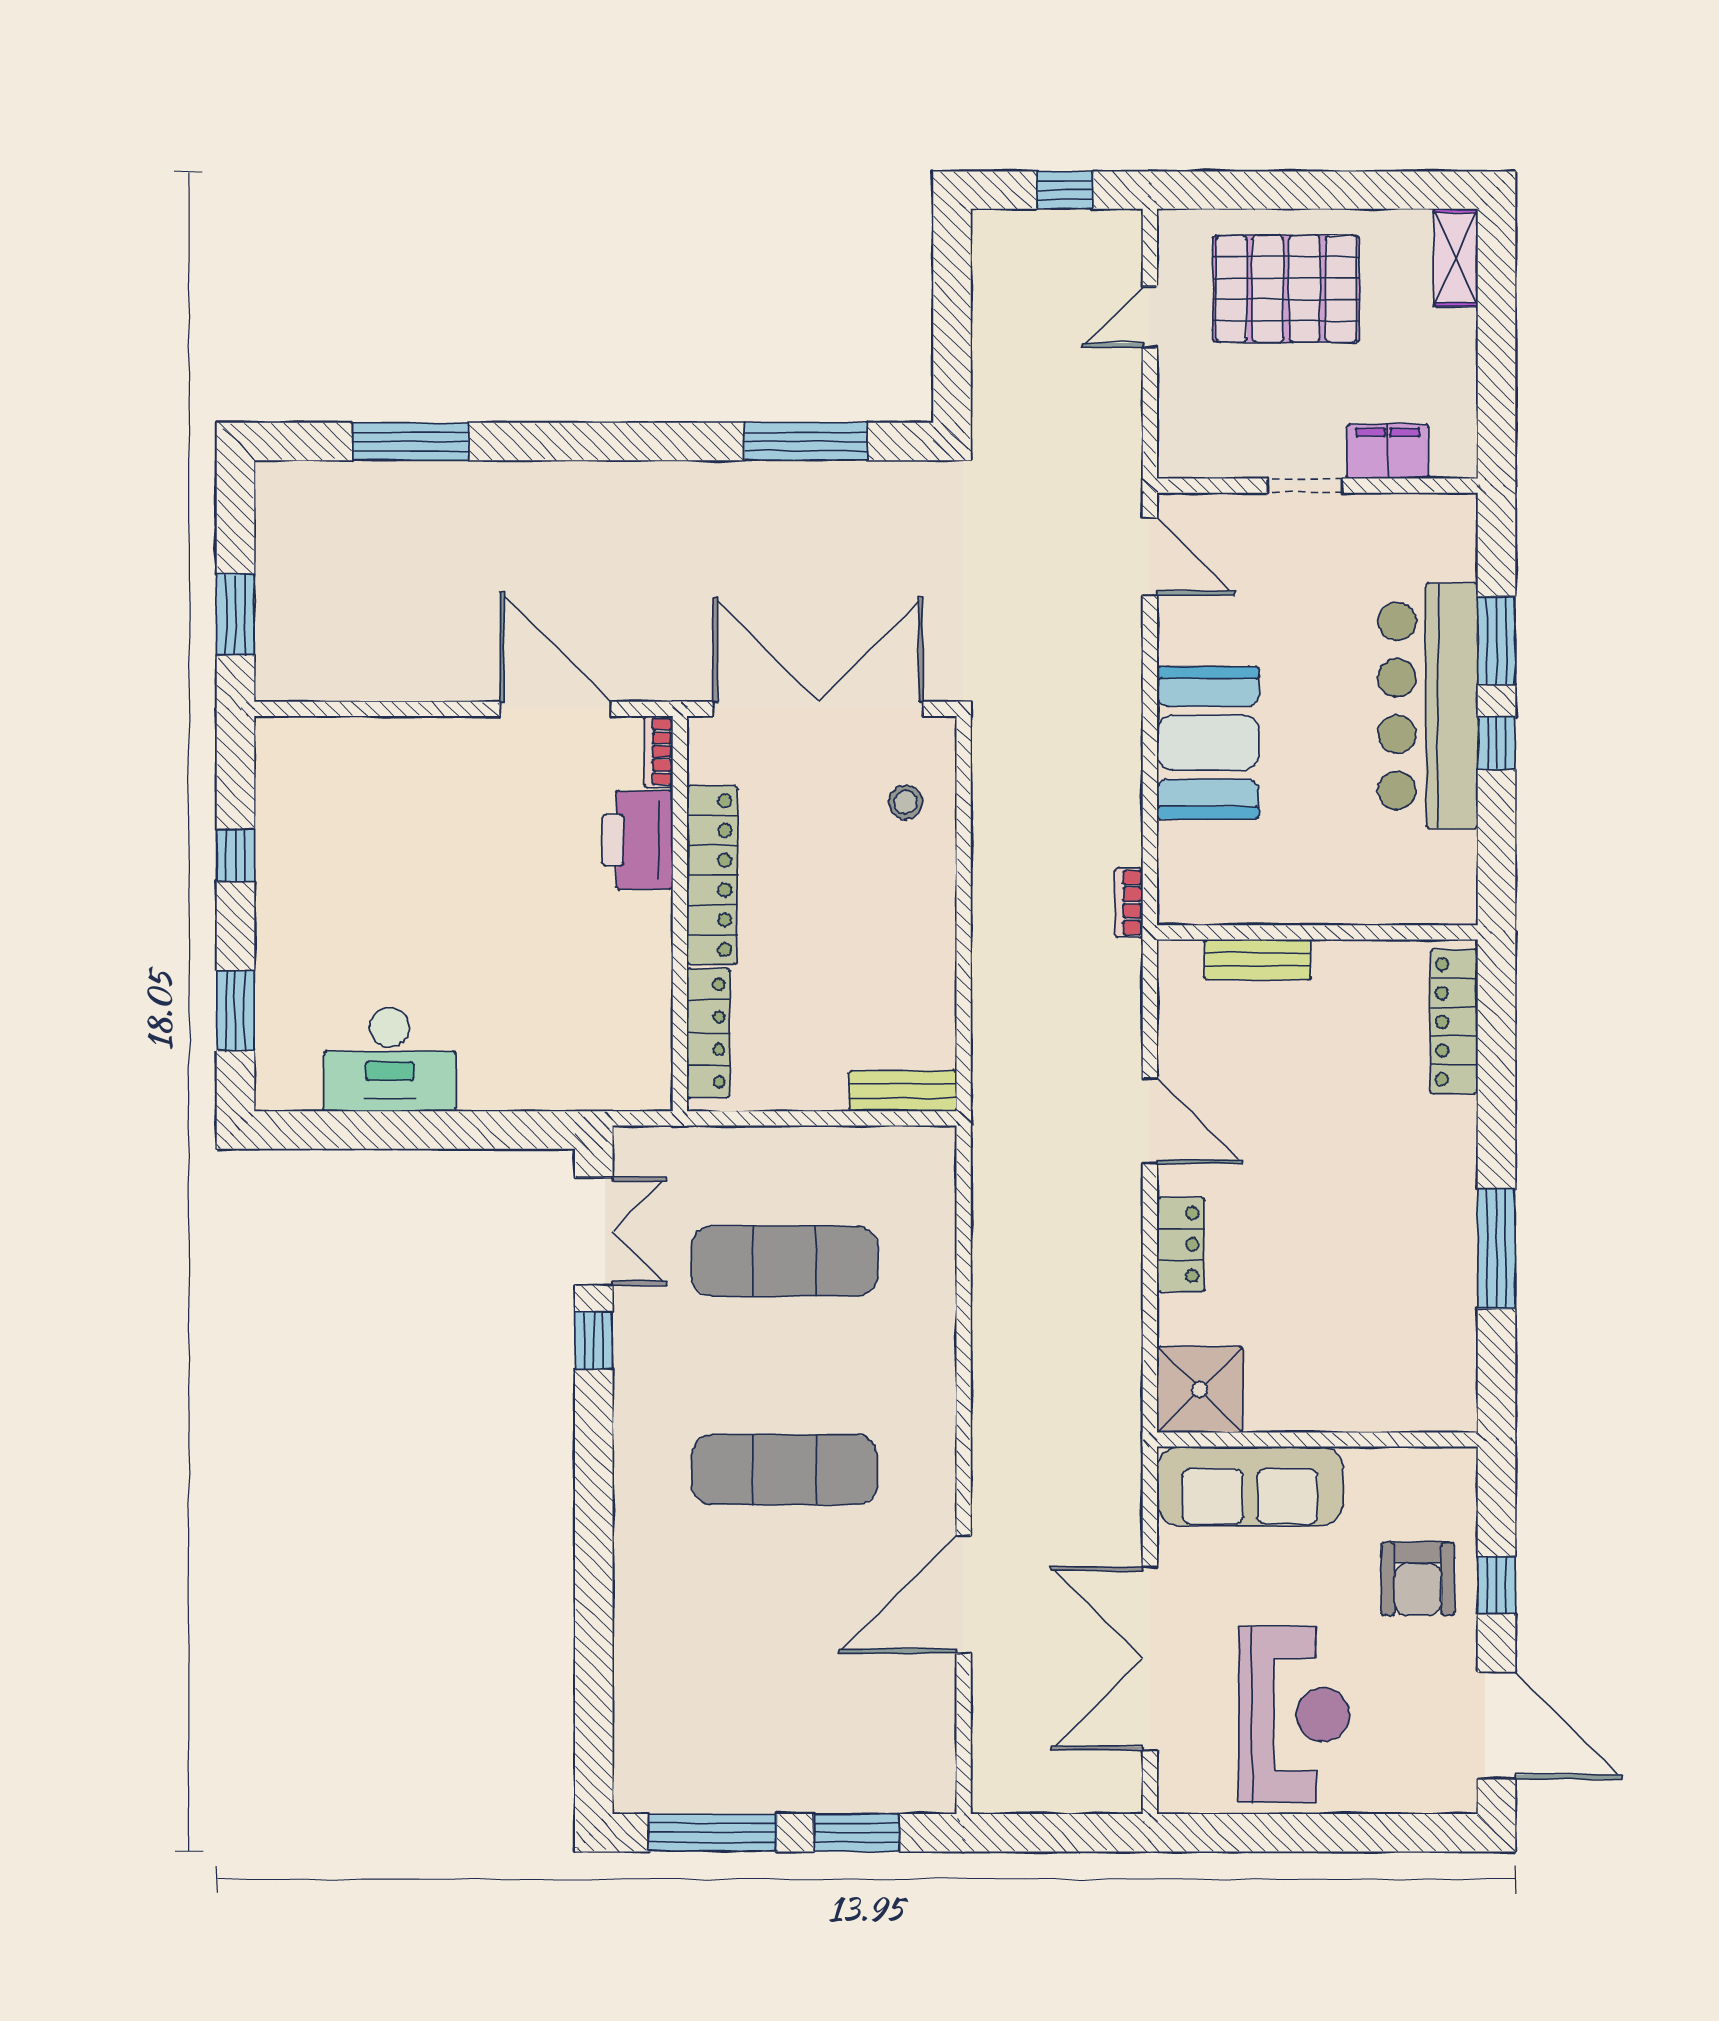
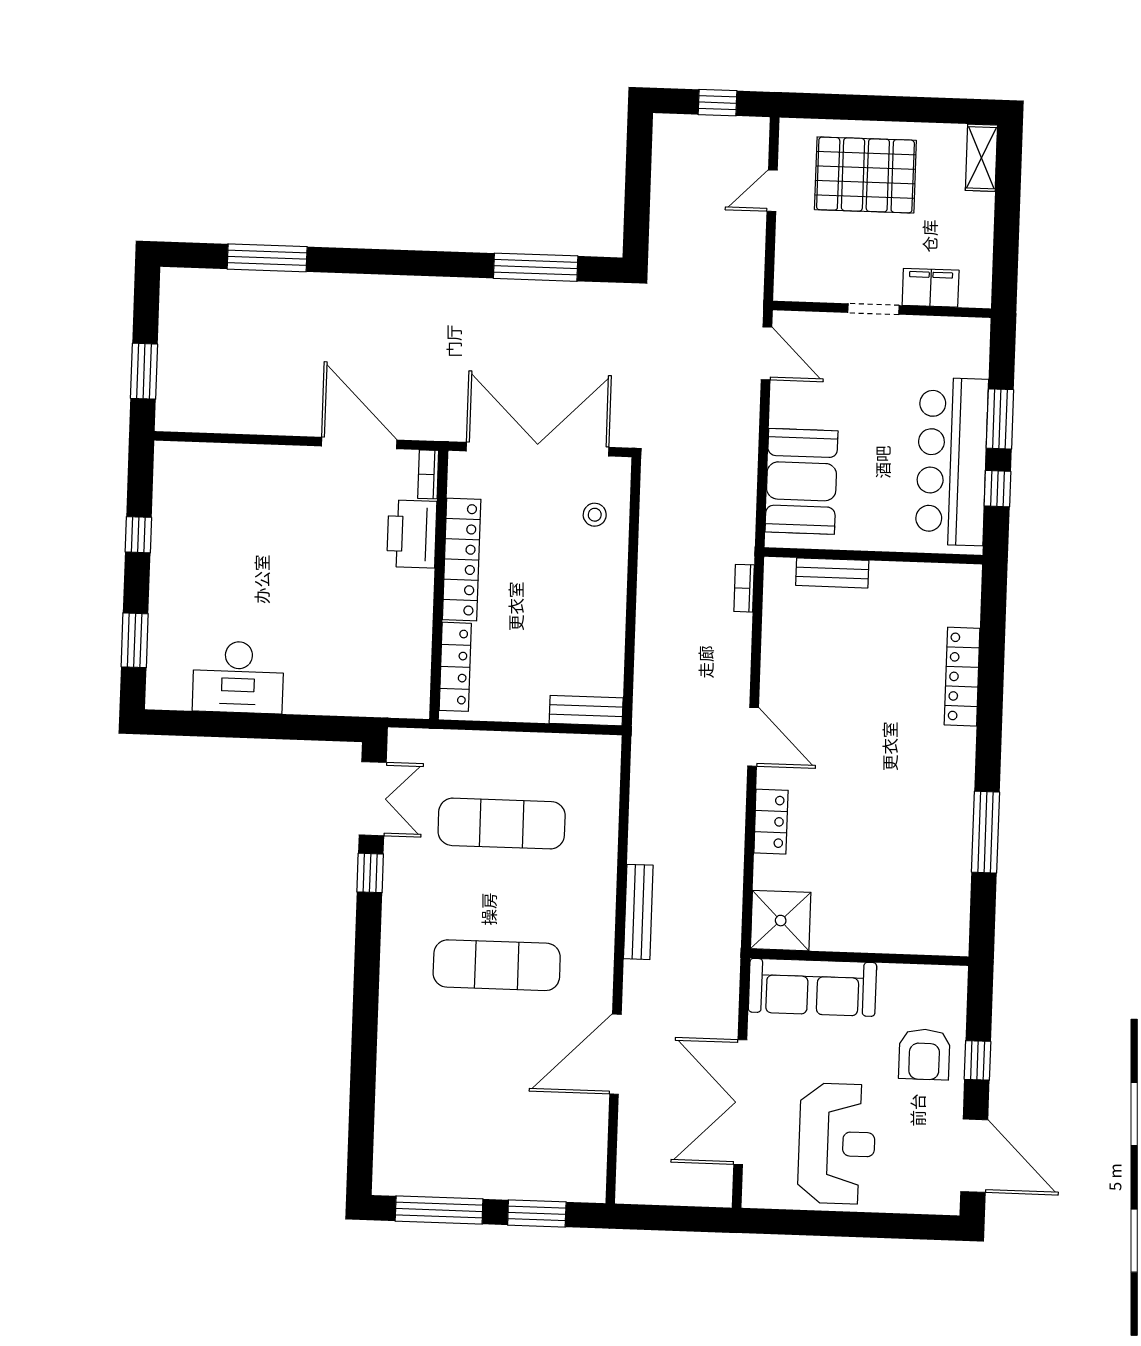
wall: (1317, 932) -> (873, 556), moved
bench: (1258, 960) -> (832, 573), moved
bench: (990, 1384) -> (638, 912), added

